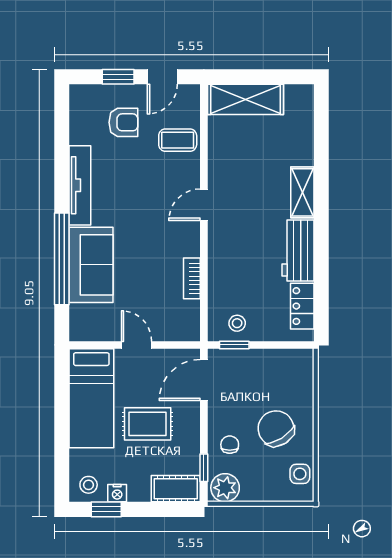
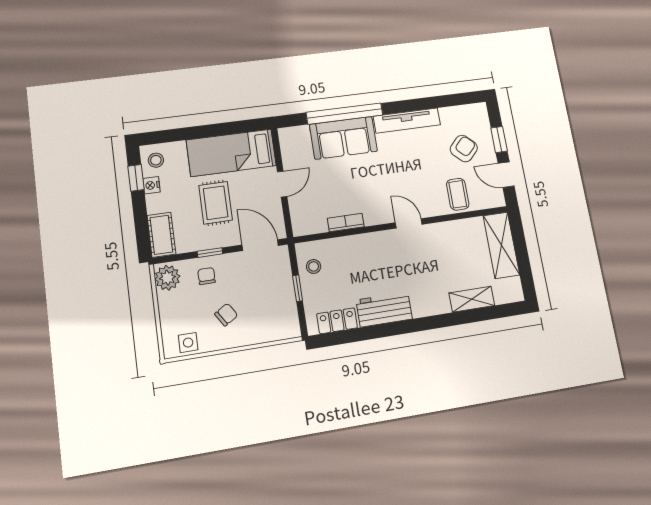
armchair: (123, 122) -> (464, 148), turned -136
shelving: (302, 192) -> (472, 299), moved
window: (234, 345) -> (298, 288), moved
chair: (276, 428) -> (226, 315), width x0.54, depth x0.54
chair: (230, 445) -> (207, 276), turned -90
window: (204, 468) -> (210, 253), moved

